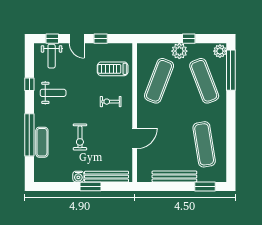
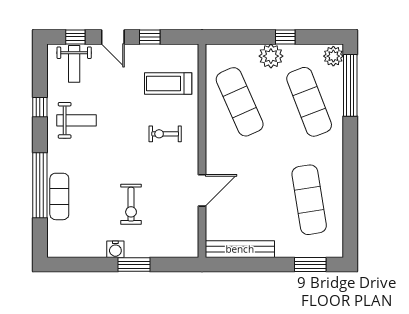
exercise mat: (159, 81) -> (240, 102), turned -45
exercise bike: (80, 137) -> (131, 204), moved
bench: (174, 176) -> (240, 249), moved
bench: (107, 177) -> (159, 249), removed

